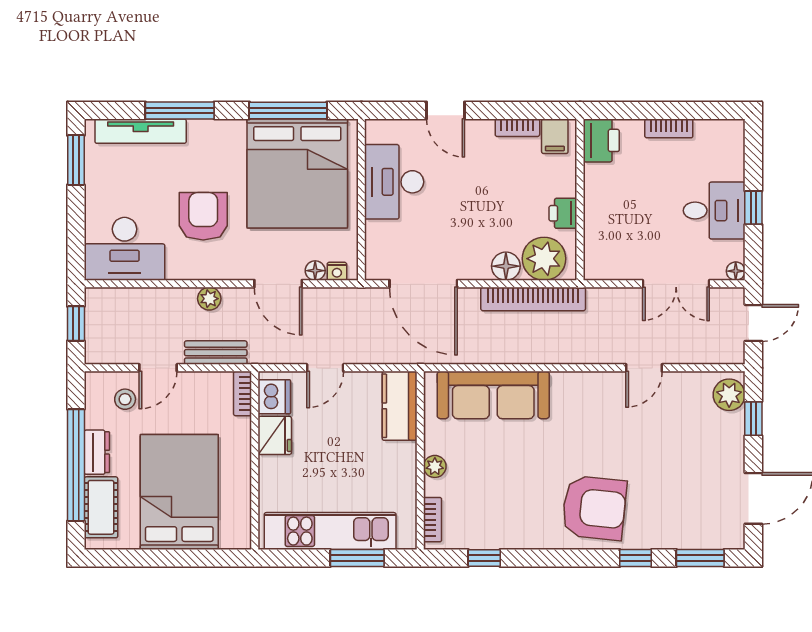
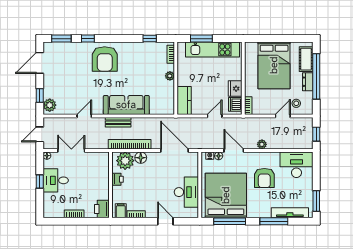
bench: (216, 353) -> (118, 122), moved
sofa: (493, 395) -> (126, 105), moved
armchair: (594, 508) -> (105, 59), turned -96

